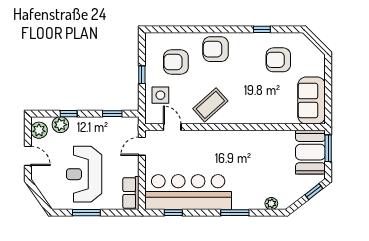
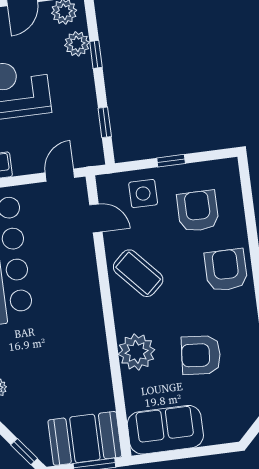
armchair: (278, 60) -> (201, 355), moved, turned -85
plant: (260, 112) -> (137, 352), added
door: (172, 127) -> (96, 218), hinge flipped
door: (142, 146) -> (60, 175), hinge flipped

